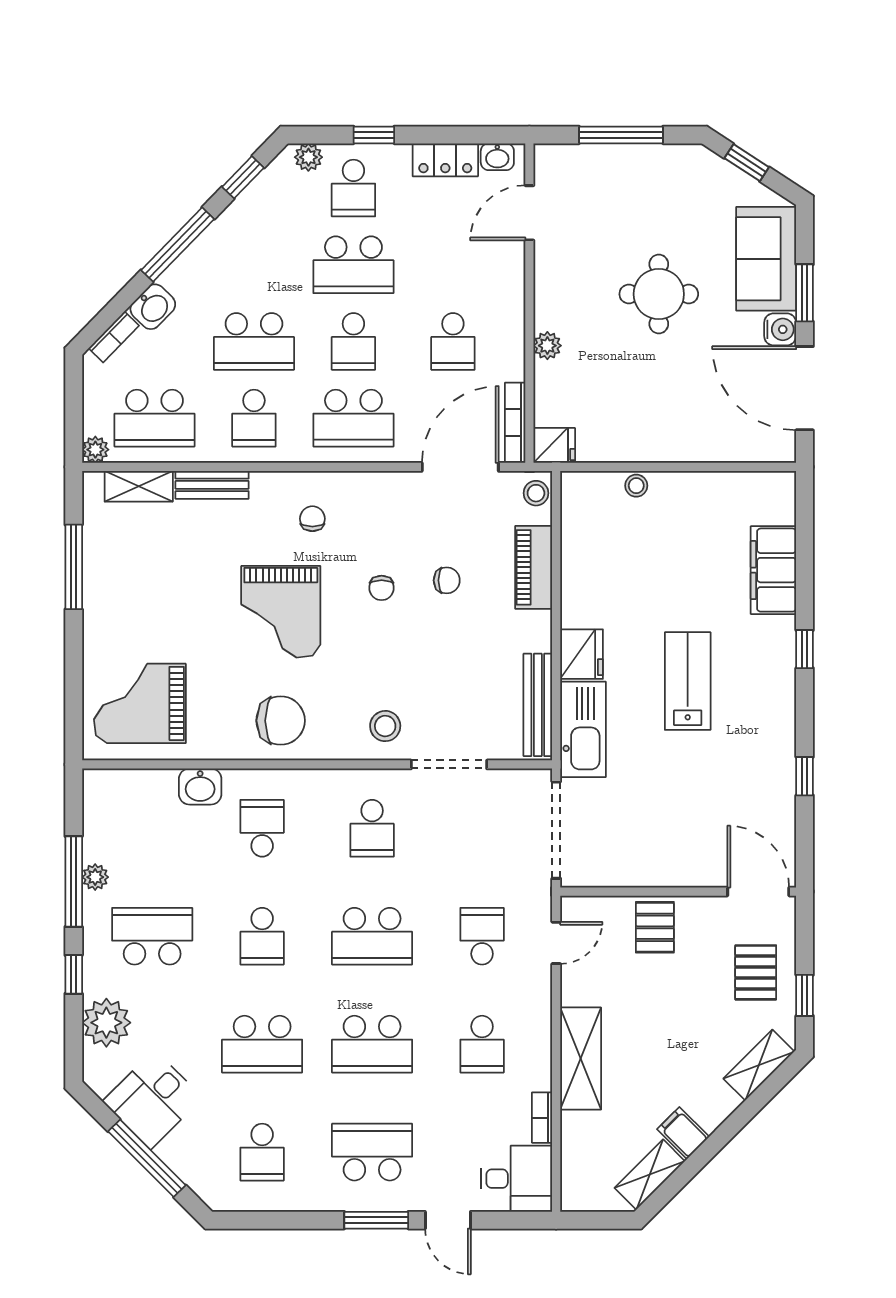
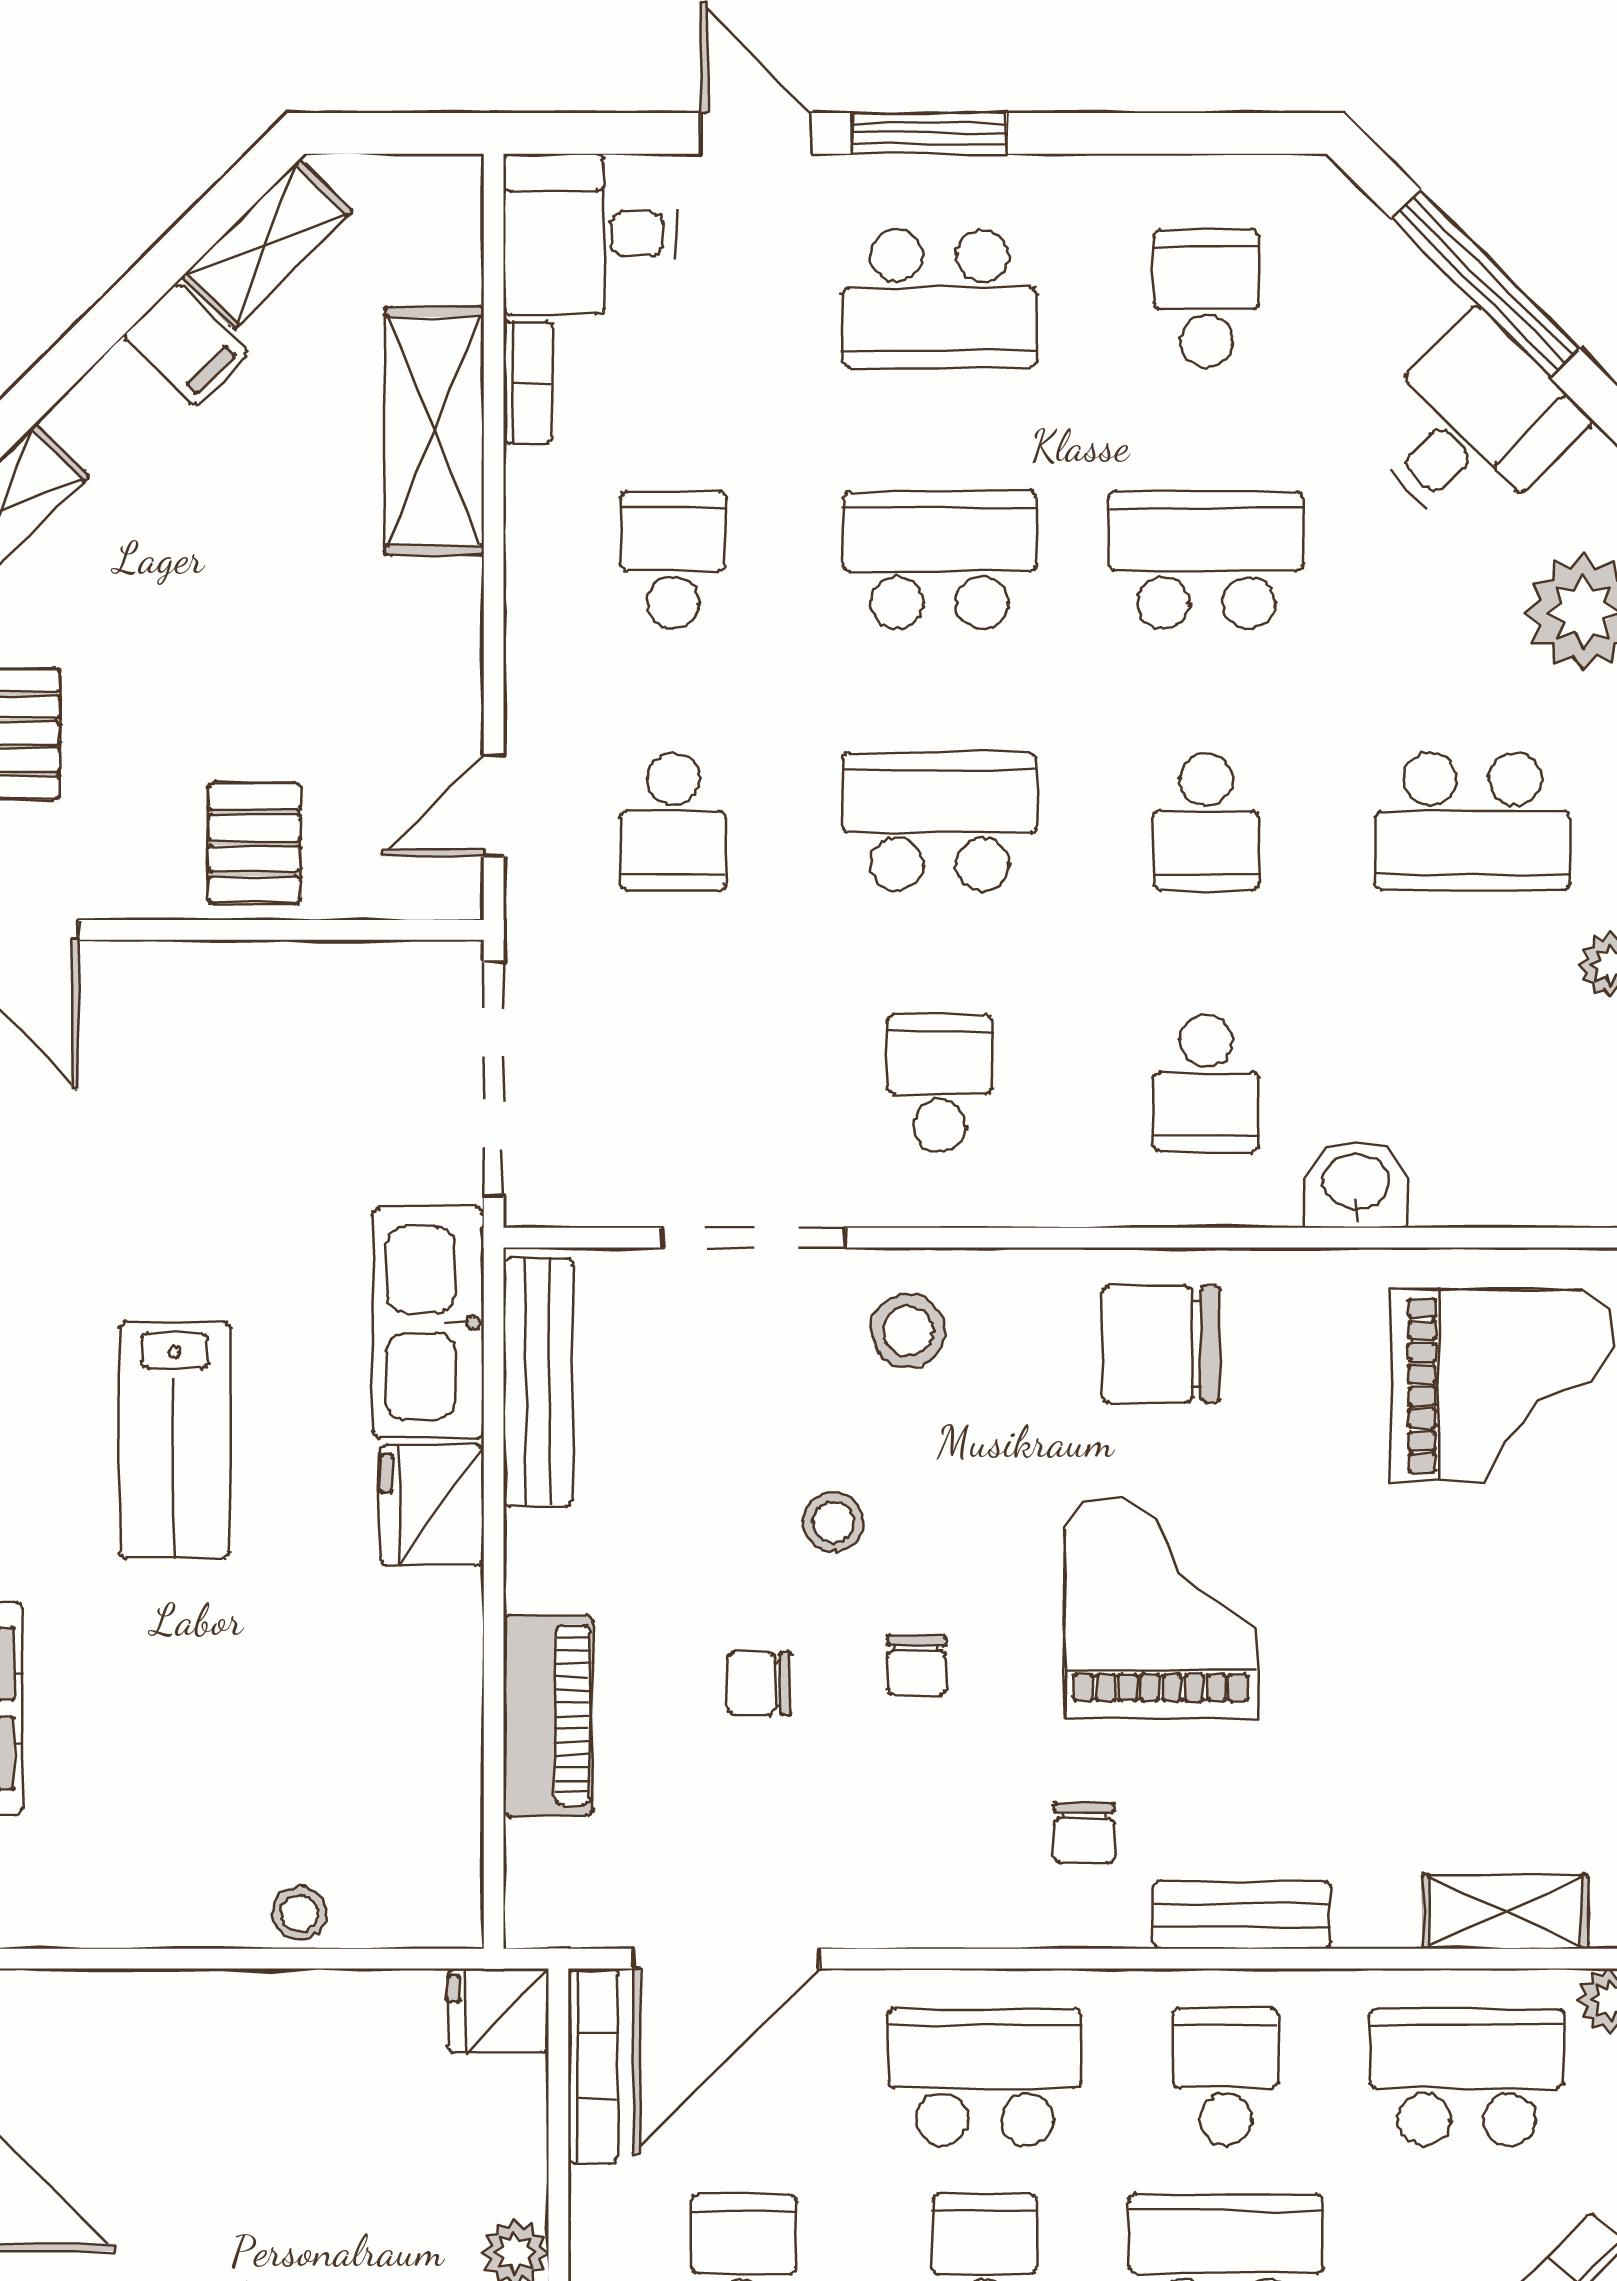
bench: (212, 485) -> (1242, 1915), moved
stool: (536, 493) -> (833, 1522), moved
chair: (382, 588) -> (917, 1665), turned 180
school desk: (262, 936) -> (1206, 822), turned 180
shelving: (581, 1059) -> (434, 431), moved

